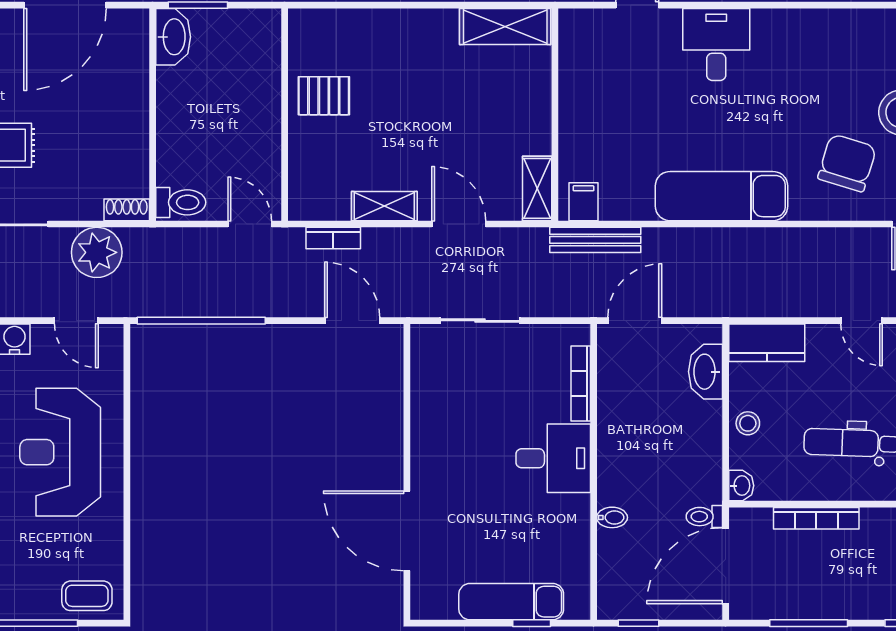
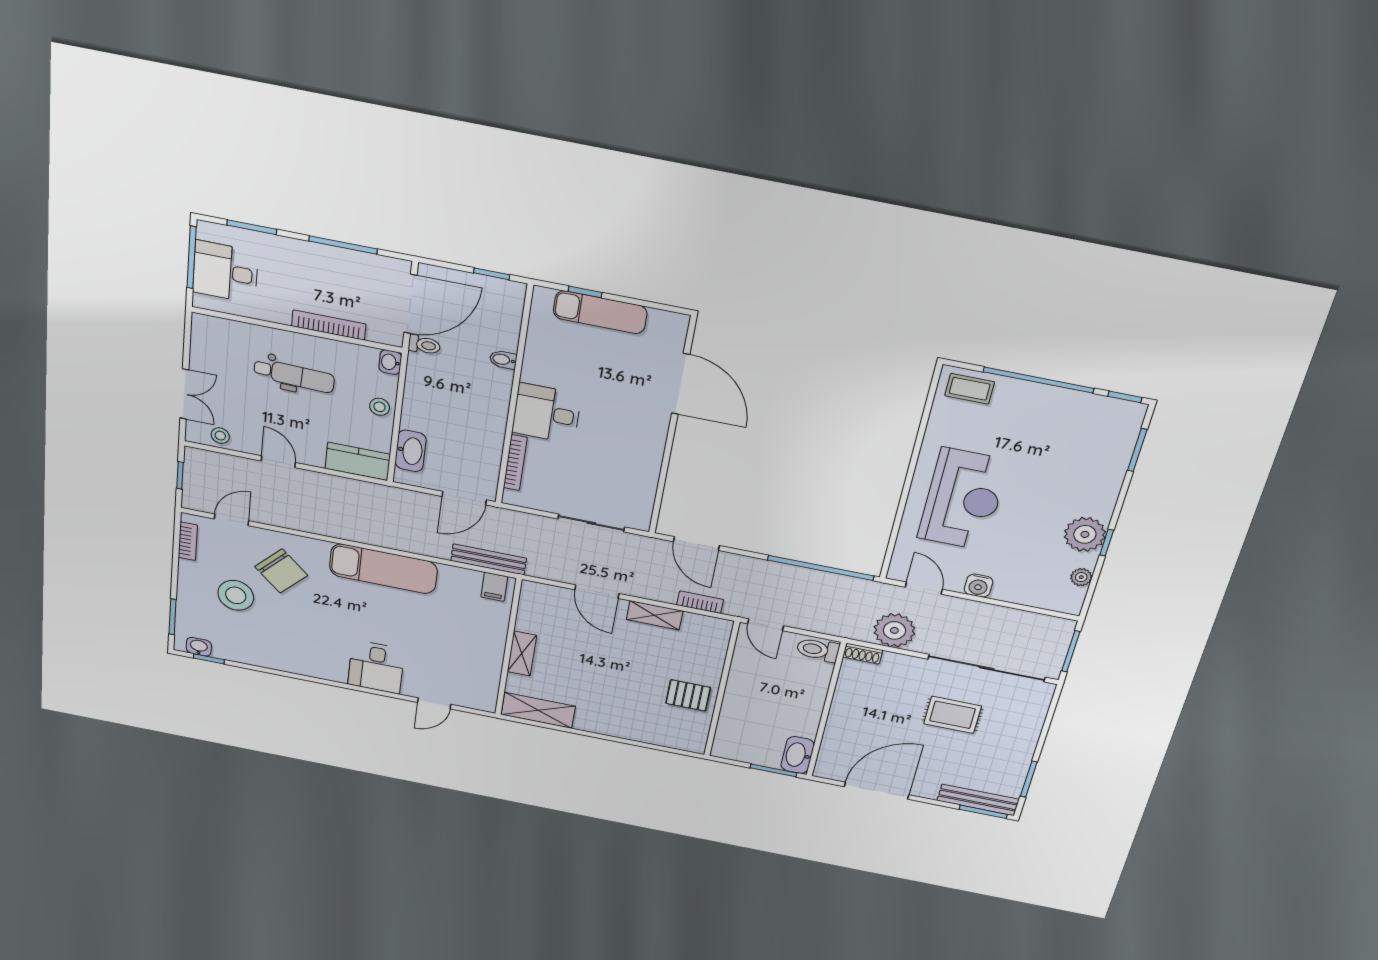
chair: (847, 163) -> (281, 571), turned -64
shelving: (537, 188) -> (522, 654), moved

